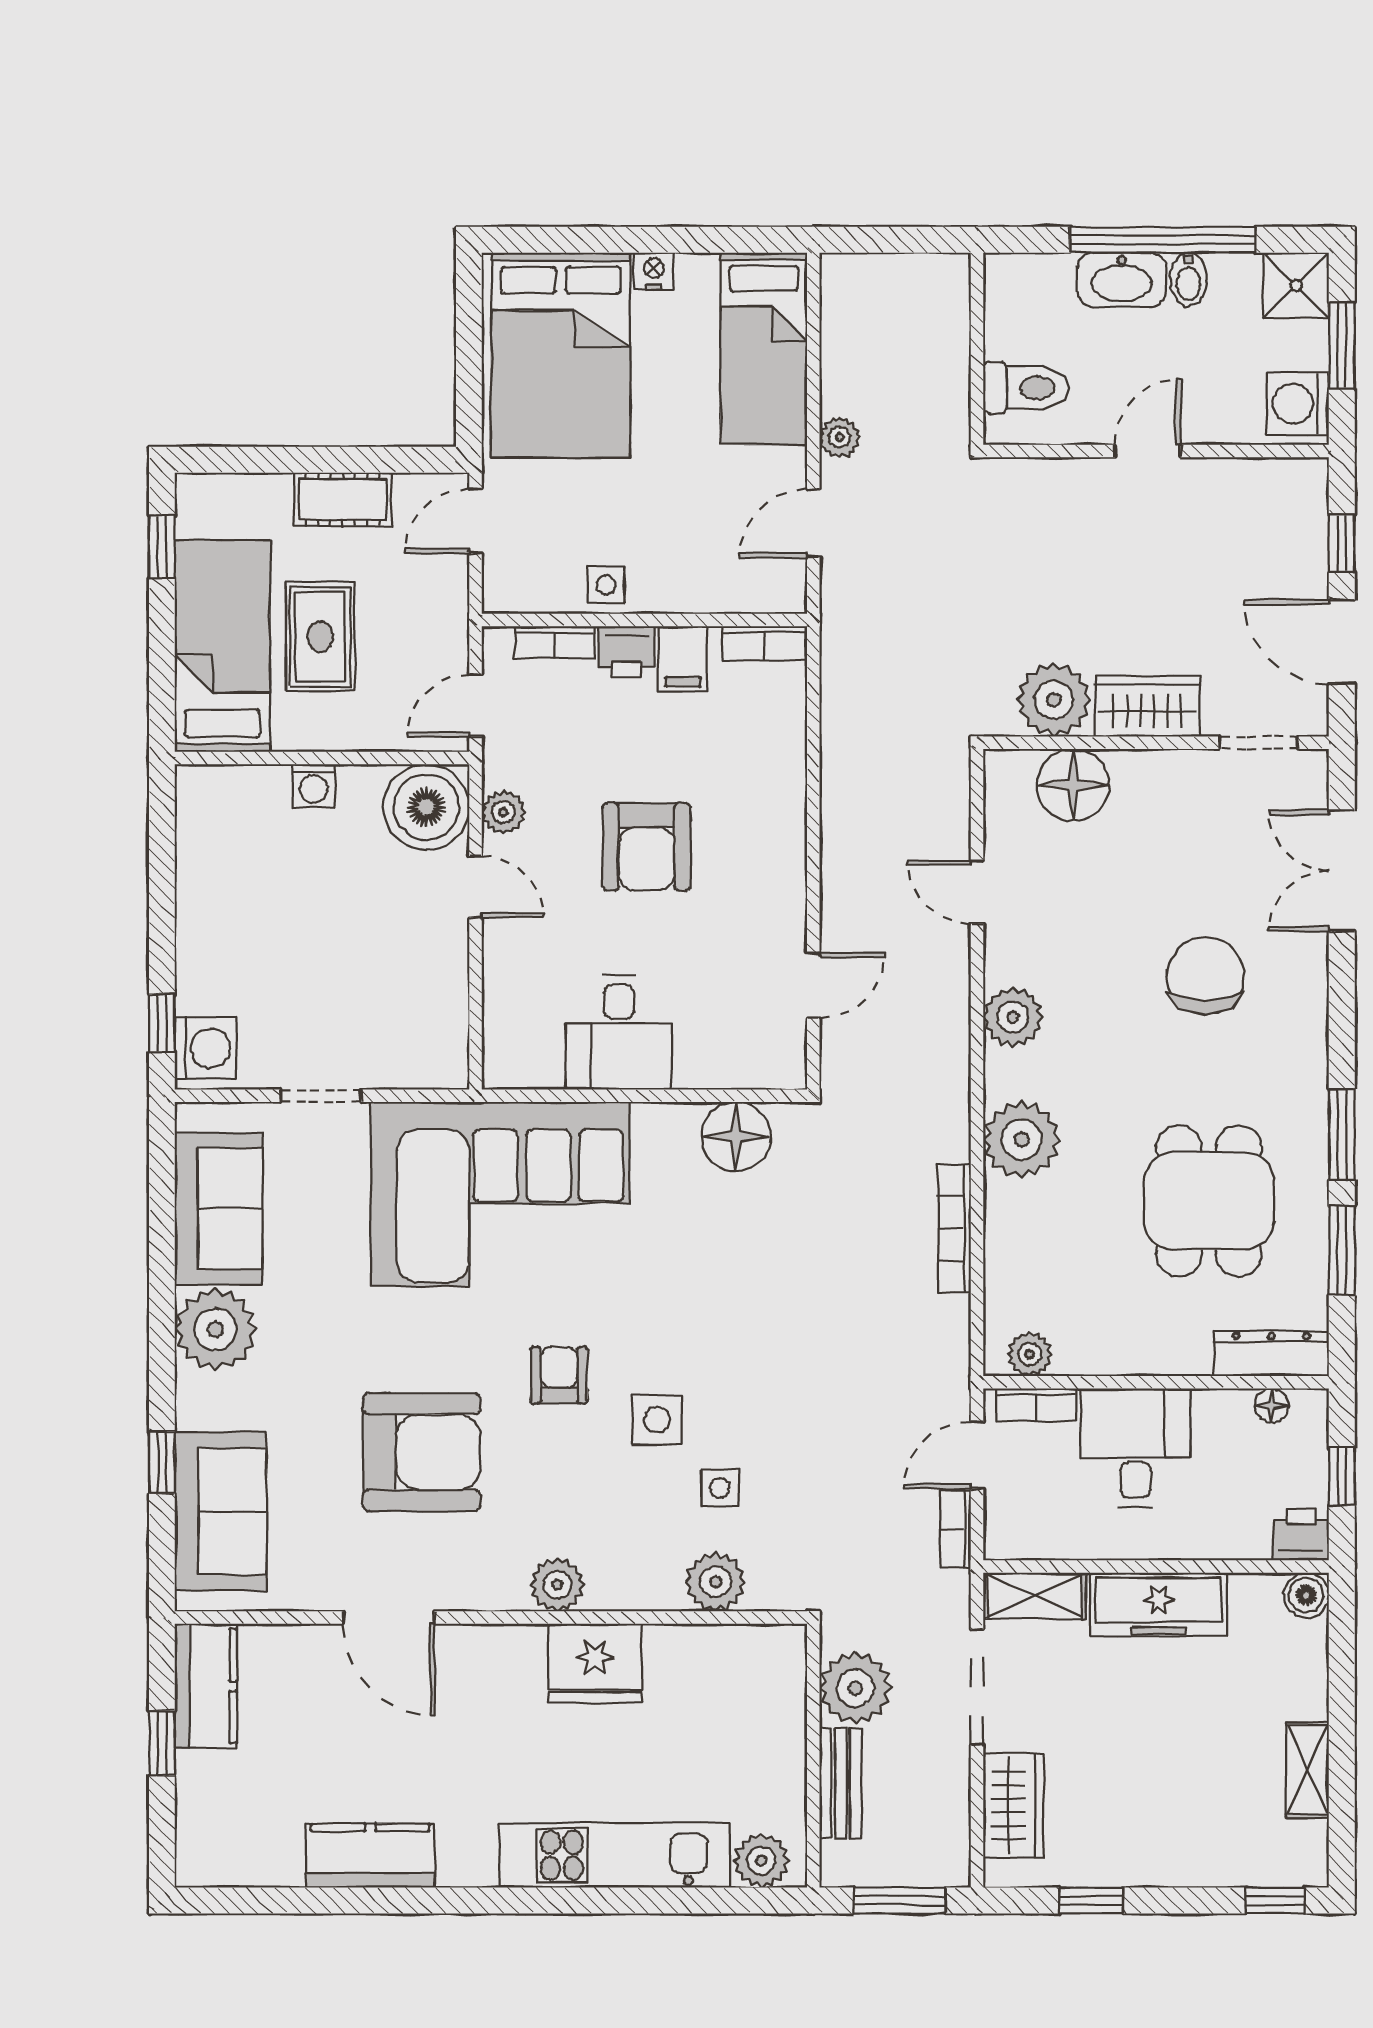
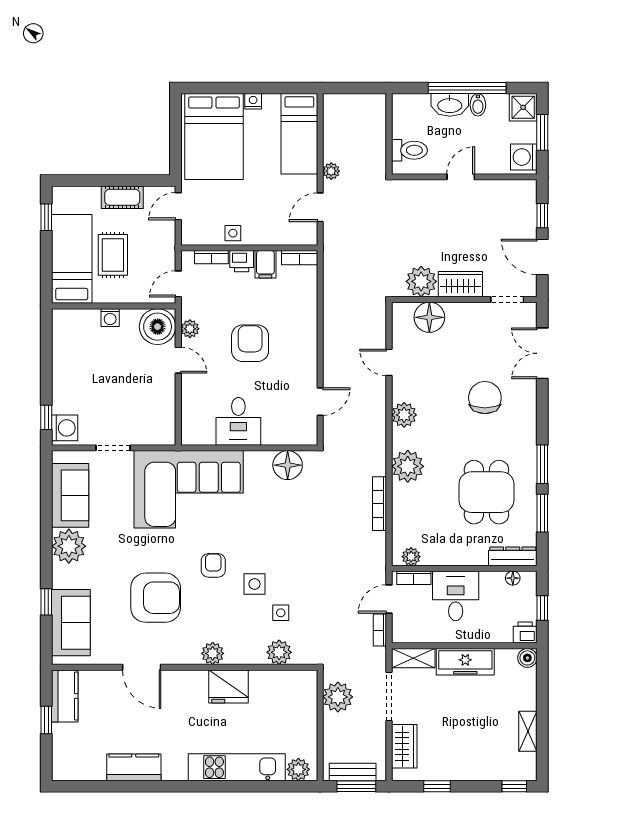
armchair: (647, 847) -> (250, 343), turned 180
bench: (840, 1783) -> (353, 772), moved, turned 90

